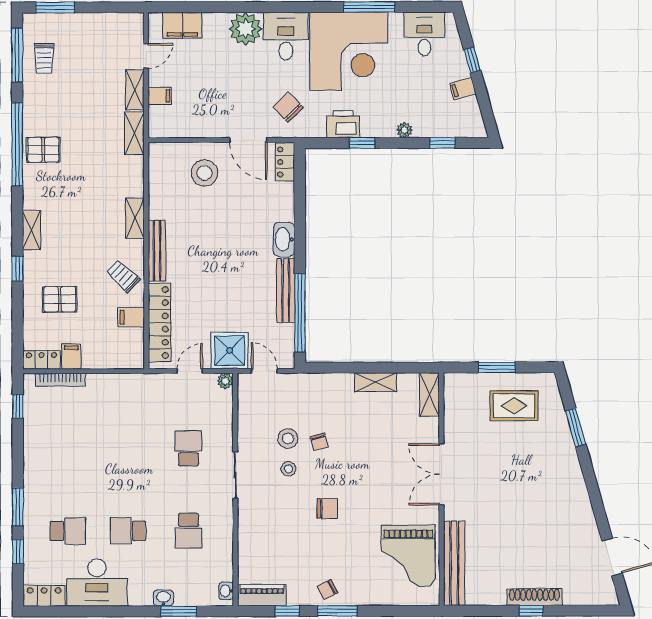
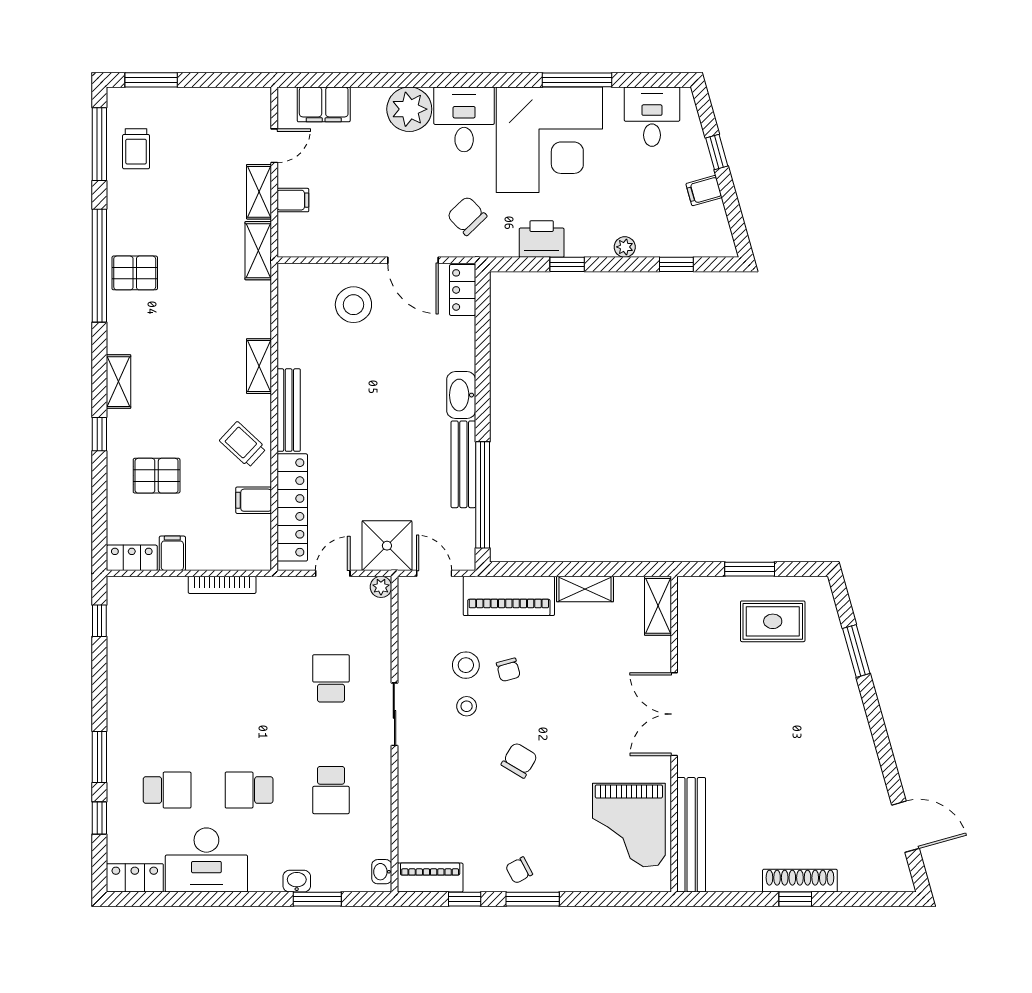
bookcase: (60, 380) -> (222, 585), moved
piano: (319, 387) -> (509, 596), added
chair: (327, 509) -> (519, 760), turned -59

